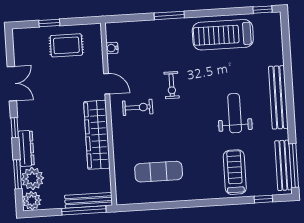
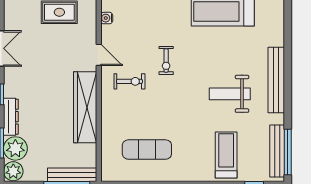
weight bench: (235, 113) -> (230, 94), turned -90

